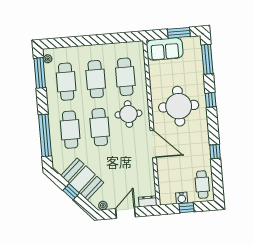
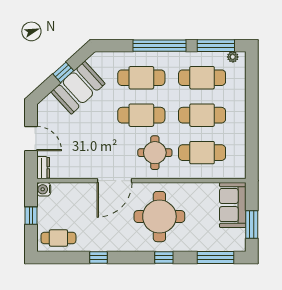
window: (45, 135) -> (160, 46), moved
water cooler: (182, 198) -> (44, 189), moved
plant: (103, 205) -> (43, 111), removed

